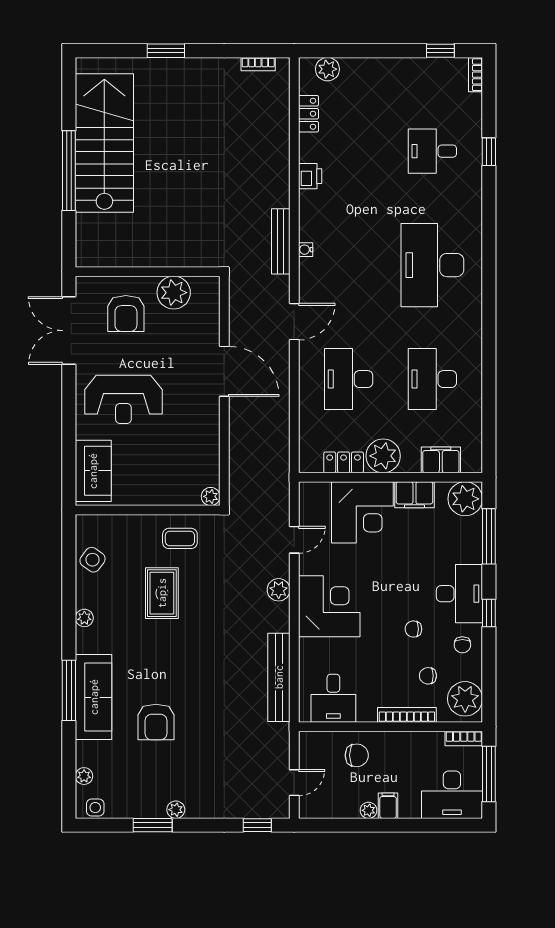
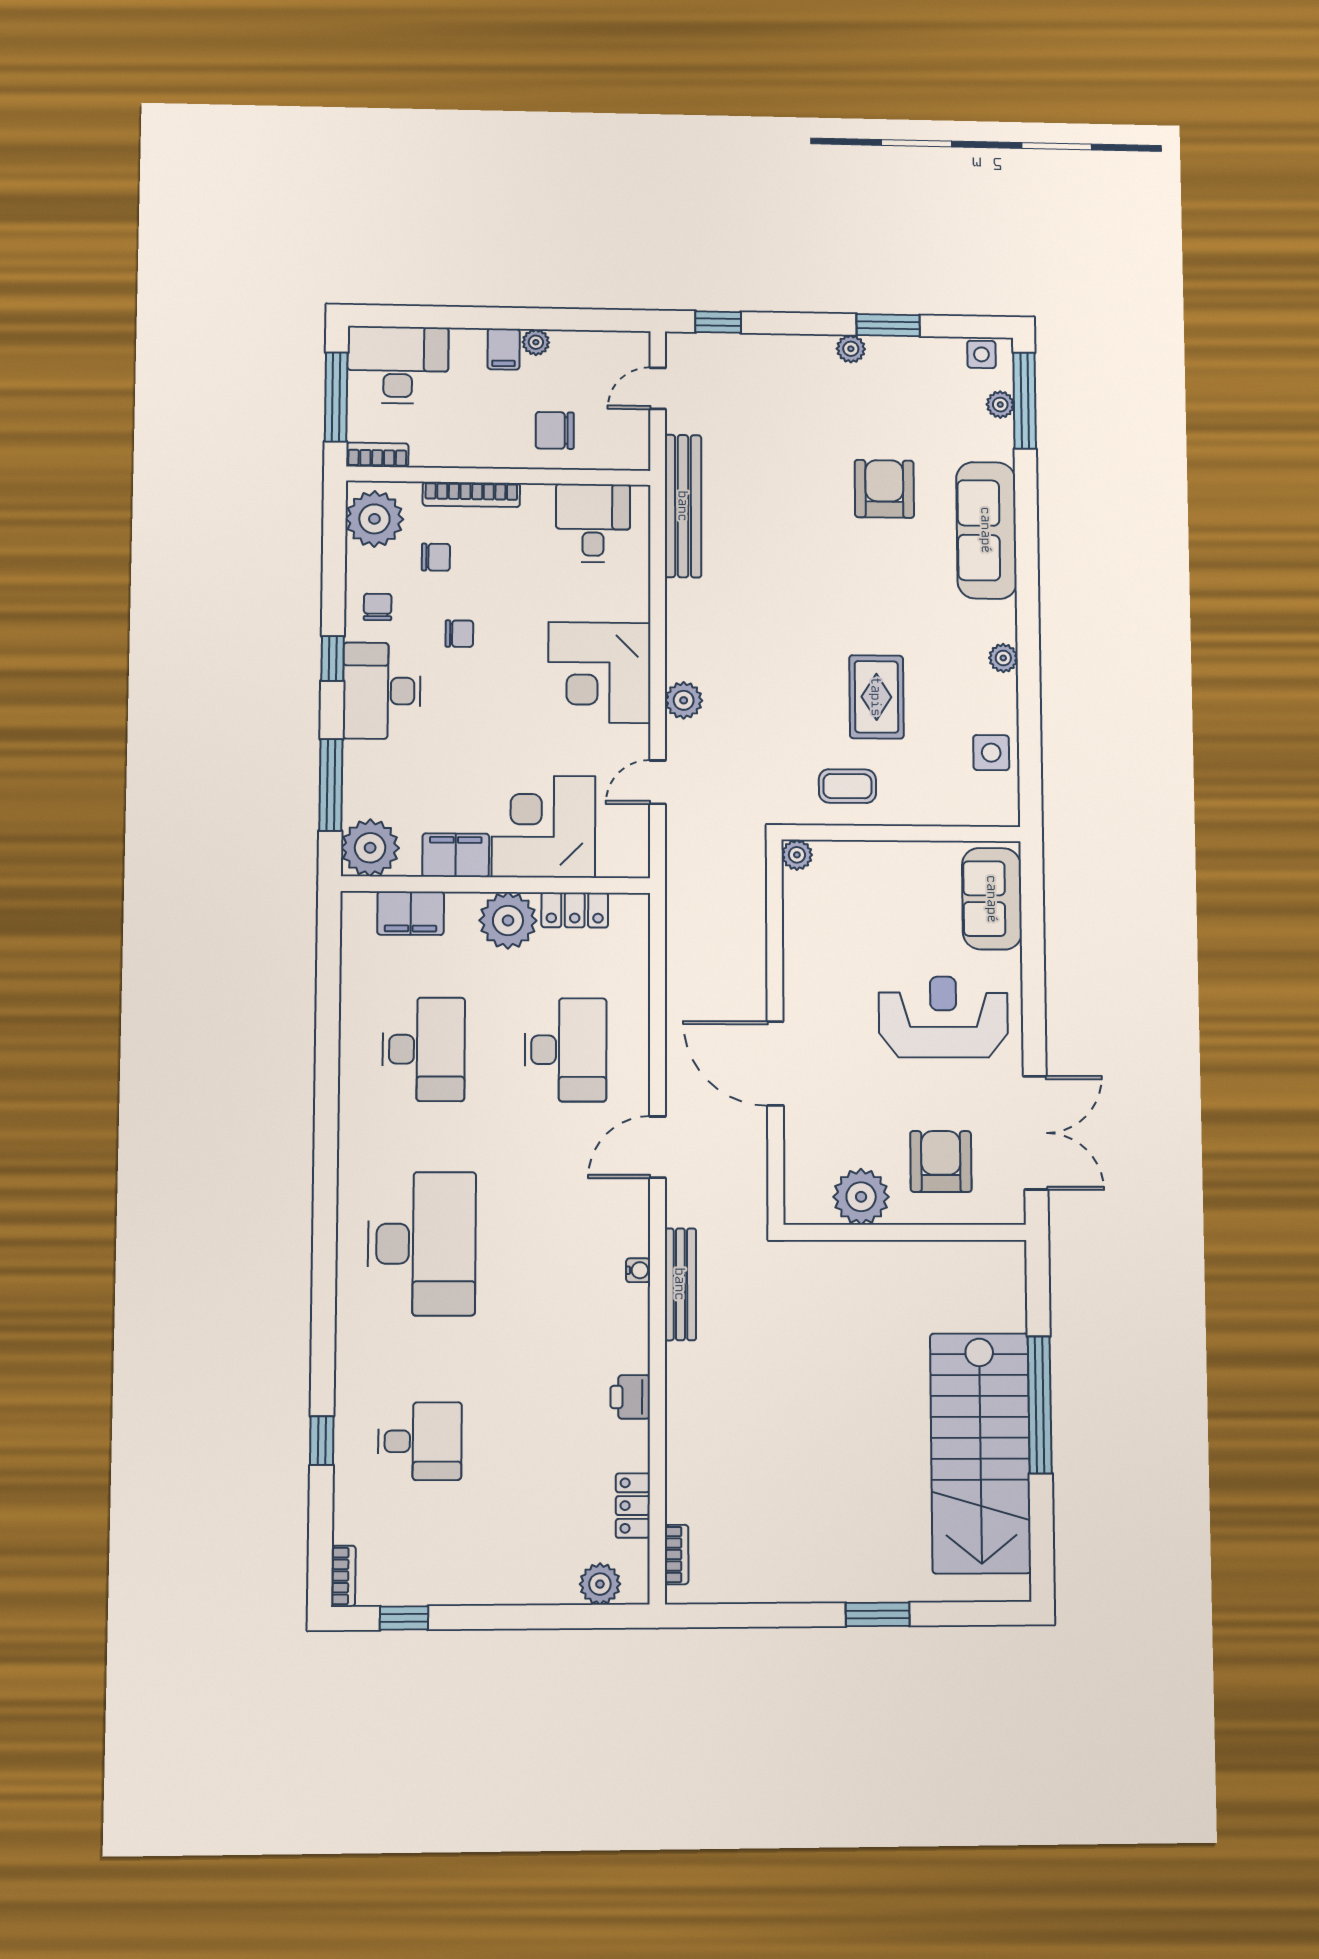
bookcase: (258, 64) -> (677, 1555), moved, turned 90
side table: (93, 560) -> (991, 753), turned -36
bench: (279, 677) -> (683, 506), moved
window: (69, 690) -> (1025, 401), moved

